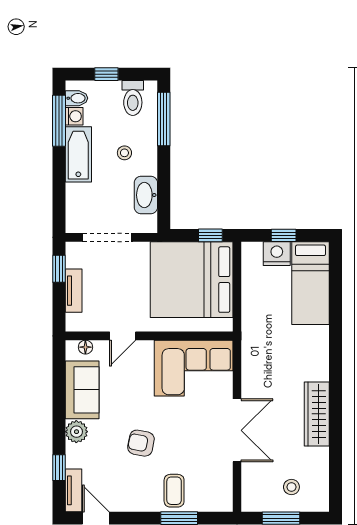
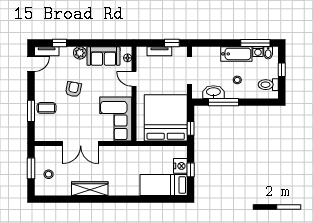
window: (164, 119) -> (224, 102), moved

